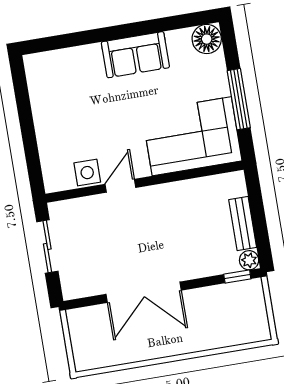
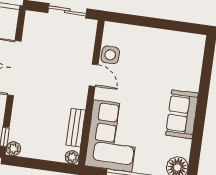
plant: (236, 181) -> (72, 157), added
bench: (243, 224) -> (76, 128), moved, turned 90

